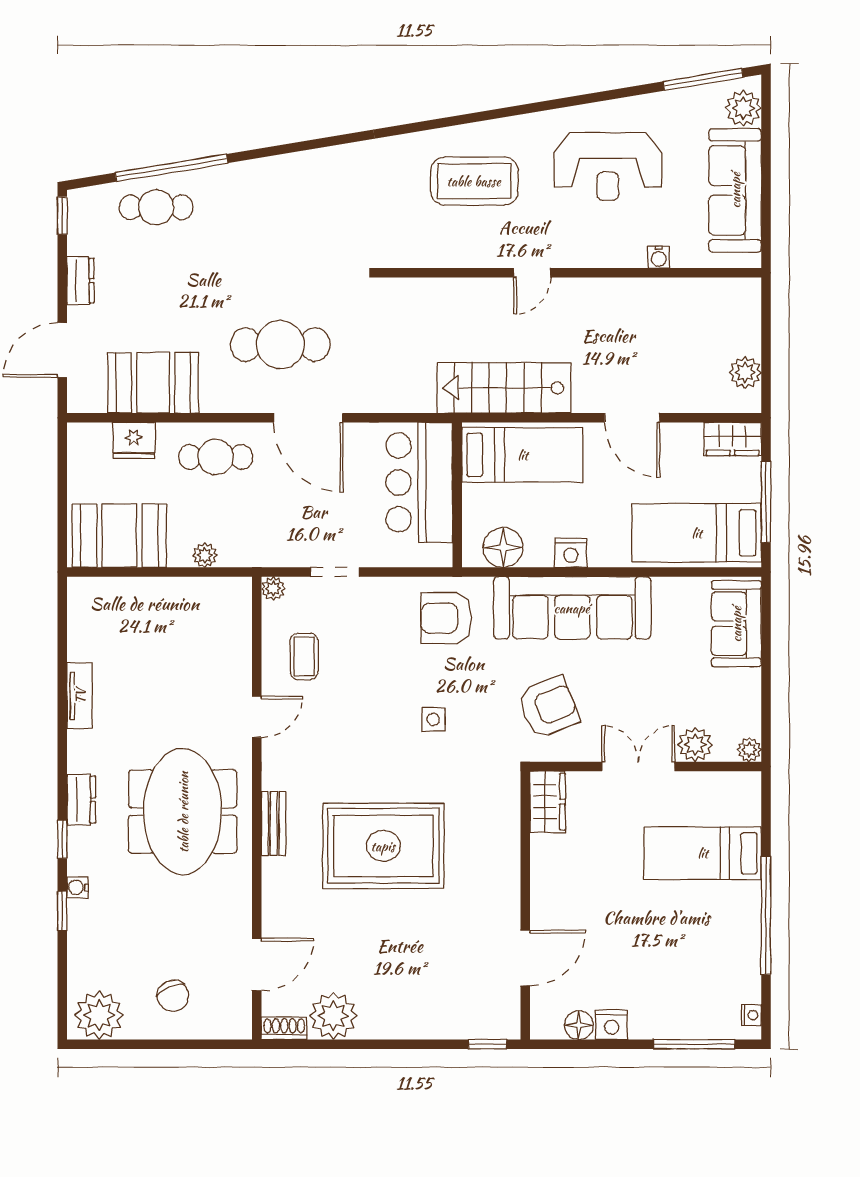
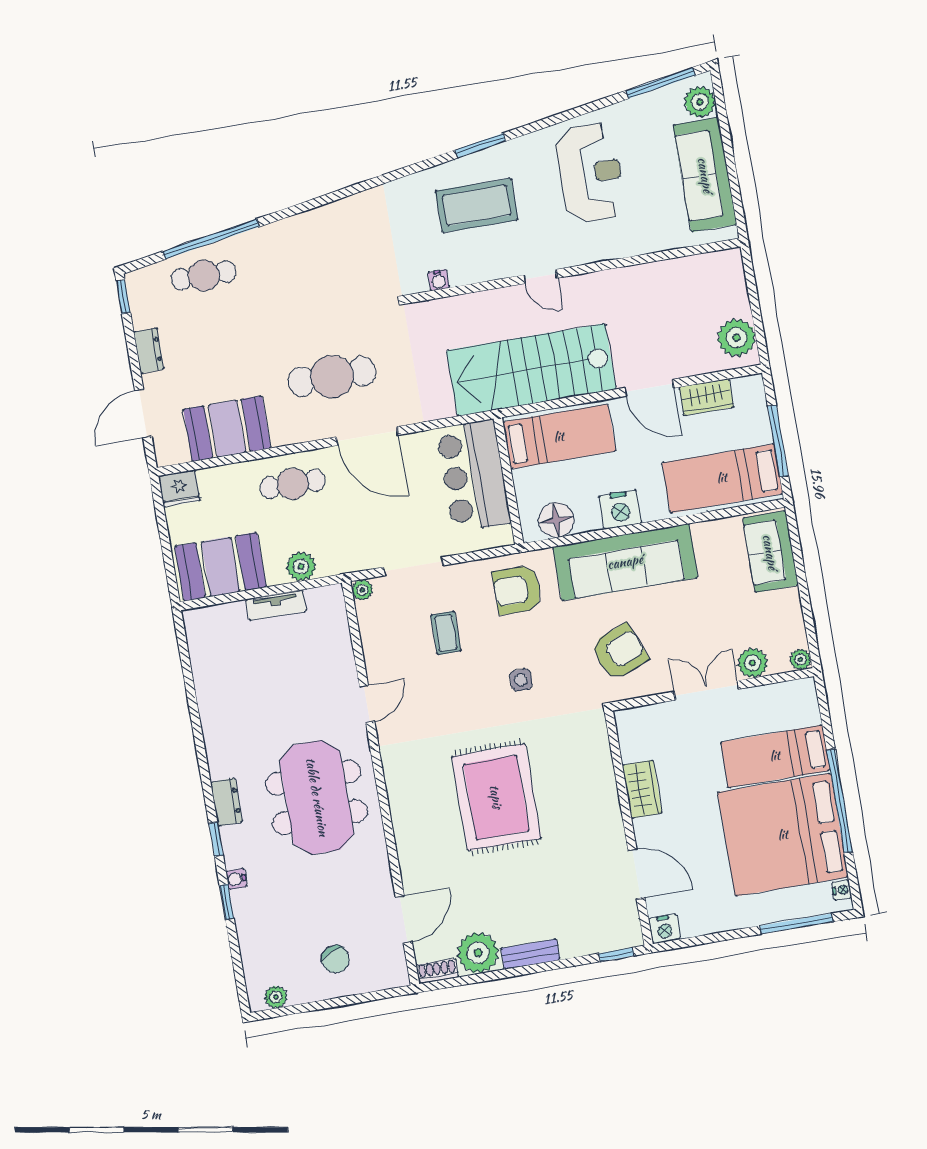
window: (490, 115) -> (480, 145), added
reception desk: (608, 167) -> (591, 173), turned -90
water cooler: (659, 257) -> (438, 280), moved
door: (532, 273) -> (541, 277), hinge flipped
plant: (745, 372) -> (737, 338), width x1.36, depth x1.36
stairs: (504, 388) -> (531, 370), width x1.36, depth x1.51
wardrobe: (733, 439) -> (706, 397), moved
fridge: (134, 440) -> (179, 488), moved
nightstand: (571, 553) -> (620, 509), width x1.36, depth x1.33
plant: (205, 555) -> (301, 566), width x1.38, depth x1.38
doorway: (335, 572) -> (413, 566), width x1.38
coffee table: (304, 656) -> (446, 633), moved
tv unit: (80, 696) -> (276, 605), moved, turned 90
wardrobe: (548, 802) -> (642, 789), moved
bench: (274, 824) -> (530, 954), moved, turned 90
rug: (383, 846) -> (496, 797), turned 90
bed: (696, 942) -> (783, 835), added
door: (525, 958) -> (636, 874), hinge flipped
plant: (99, 1015) -> (276, 997), width x0.53, depth x0.53
floor lamp: (579, 1025) -> (693, 924), removed
nightstand: (612, 1025) -> (664, 929), moved

